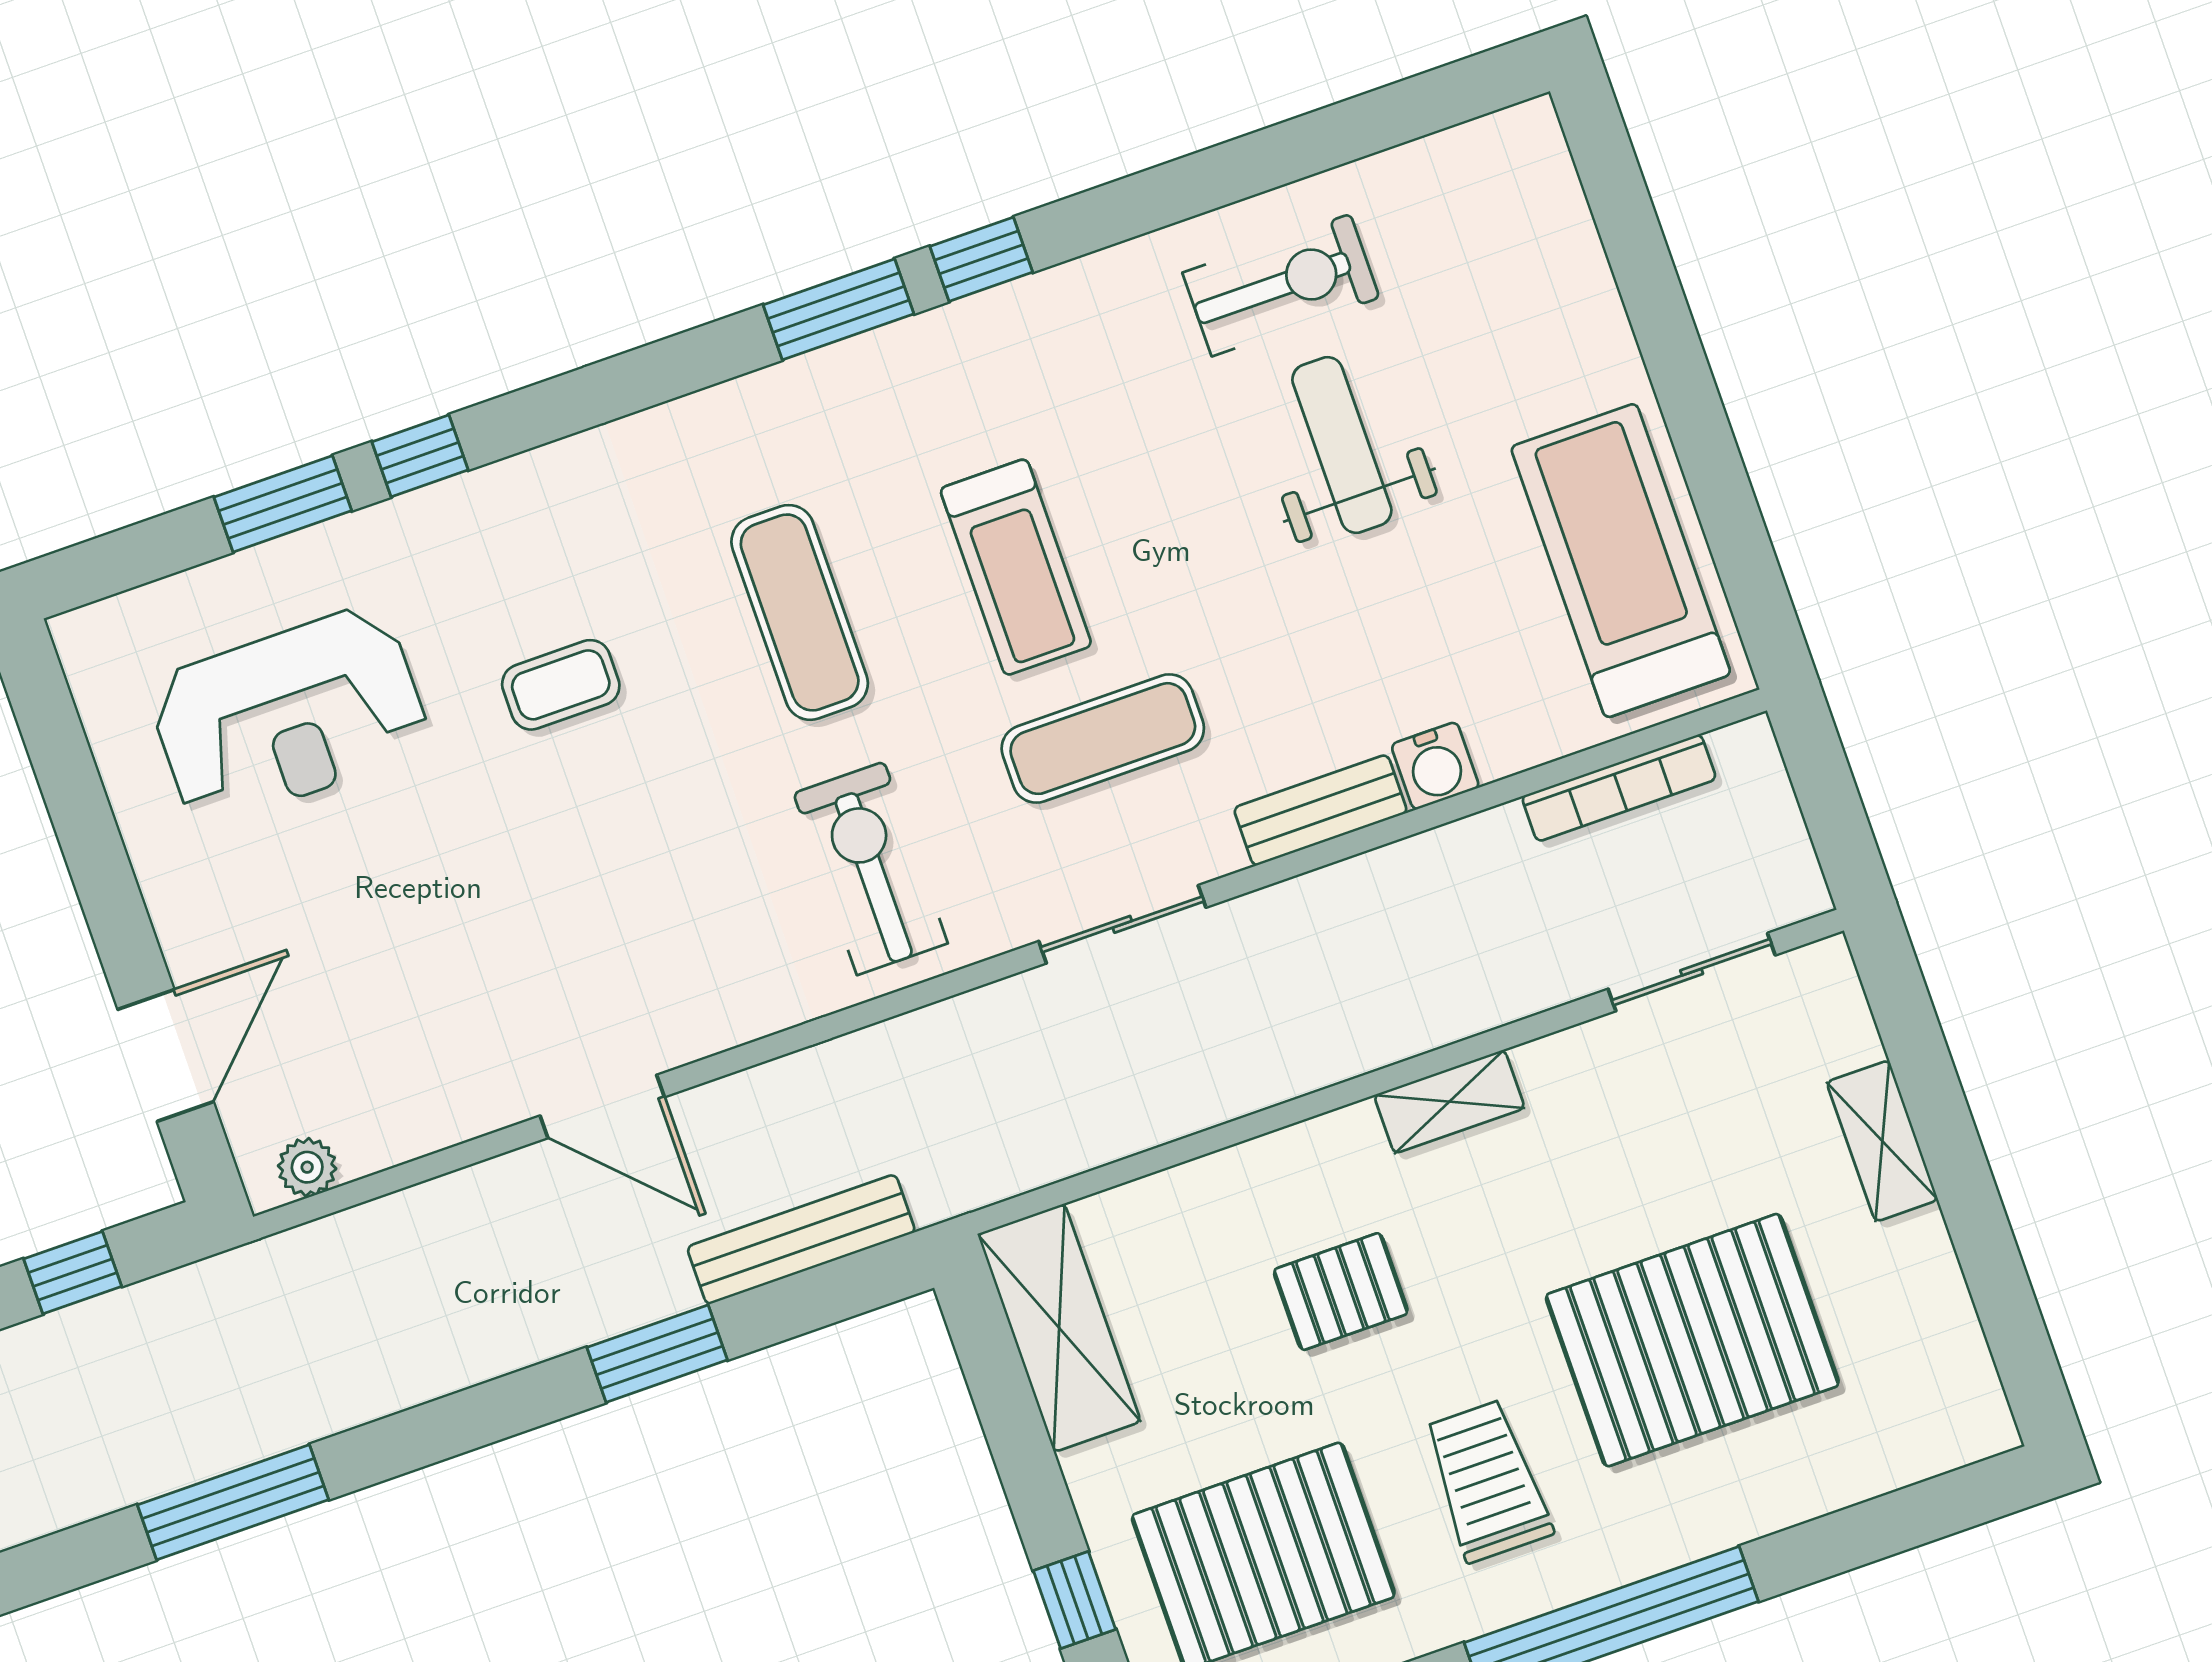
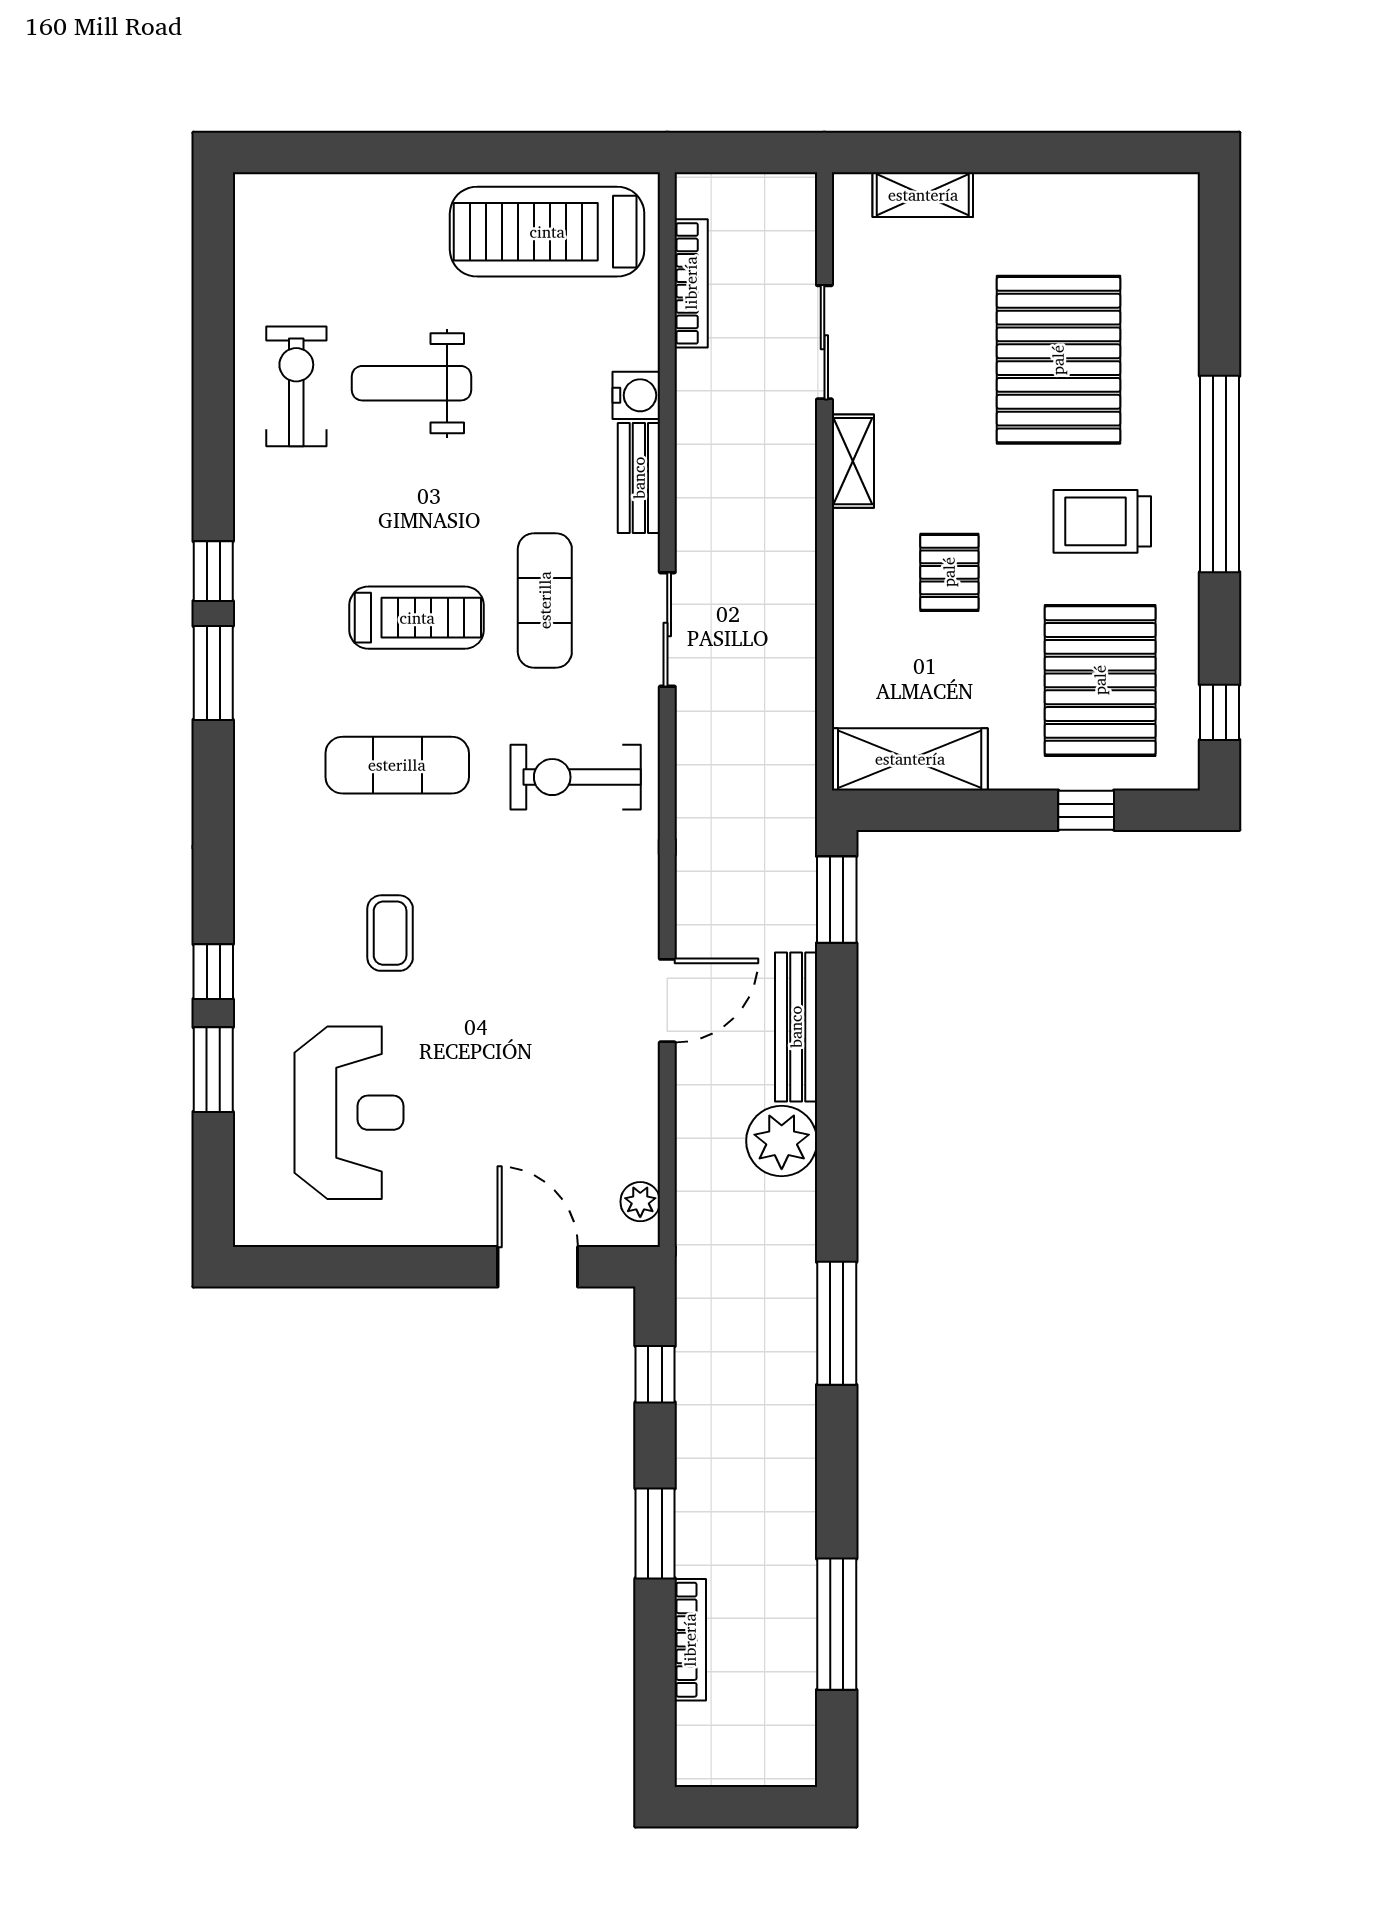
sliding door: (1692, 972) -> (824, 342), moved
shelving: (1882, 1141) -> (923, 195), moved
bench: (801, 1239) -> (796, 1027), moved
plant: (462, 1336) -> (782, 1141), added
window: (657, 1354) -> (837, 900), moved

